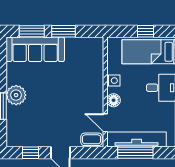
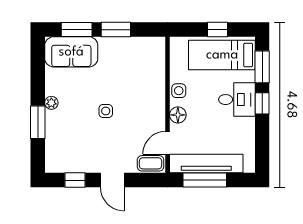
sofa: (35, 49) -> (71, 52), width x0.73
plant: (16, 95) -> (51, 103), width x0.53, depth x0.53
side table: (55, 97) -> (106, 111), added
door: (105, 123) -> (168, 143), hinge flipped

